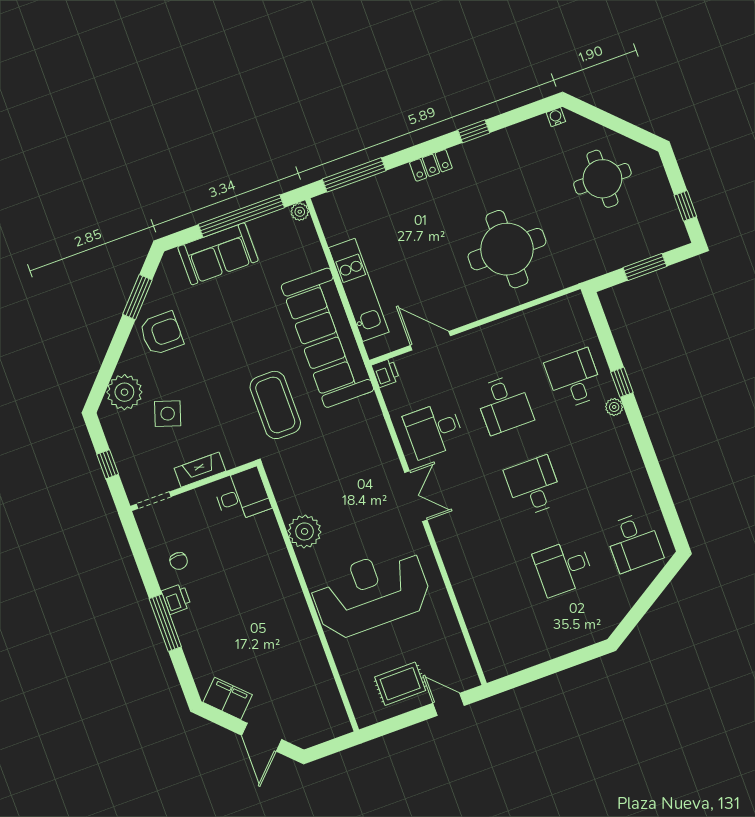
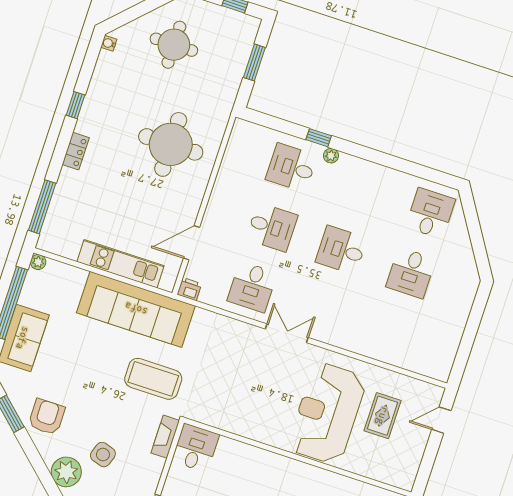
fireplace: (200, 470) -> (165, 437), moved
plant: (305, 531) -> (252, 425), removed
desk: (634, 542) -> (430, 213), turned -90
rug: (400, 684) -> (383, 416), moved

